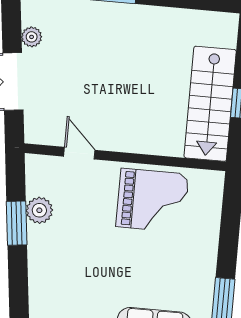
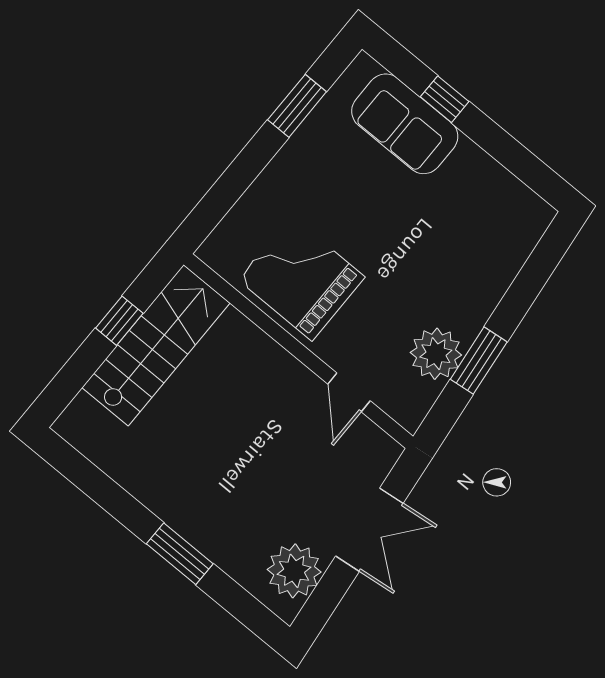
plant: (32, 37) -> (294, 571), width x1.88, depth x1.88
plant: (39, 210) -> (436, 354), width x1.36, depth x1.36

